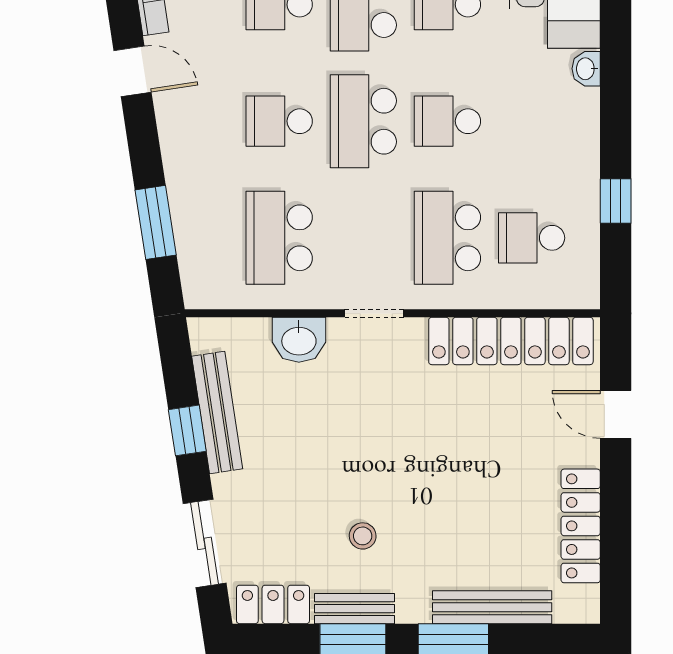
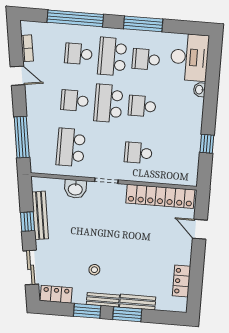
window: (156, 222) -> (22, 137), width x1.44
school desk: (447, 238) -> (138, 153), width x0.54
school desk: (532, 238) -> (172, 156), removed
locker: (581, 526) -> (182, 281), width x0.66
bench: (492, 607) -> (138, 302), width x0.73
bench: (354, 609) -> (103, 300), moved

